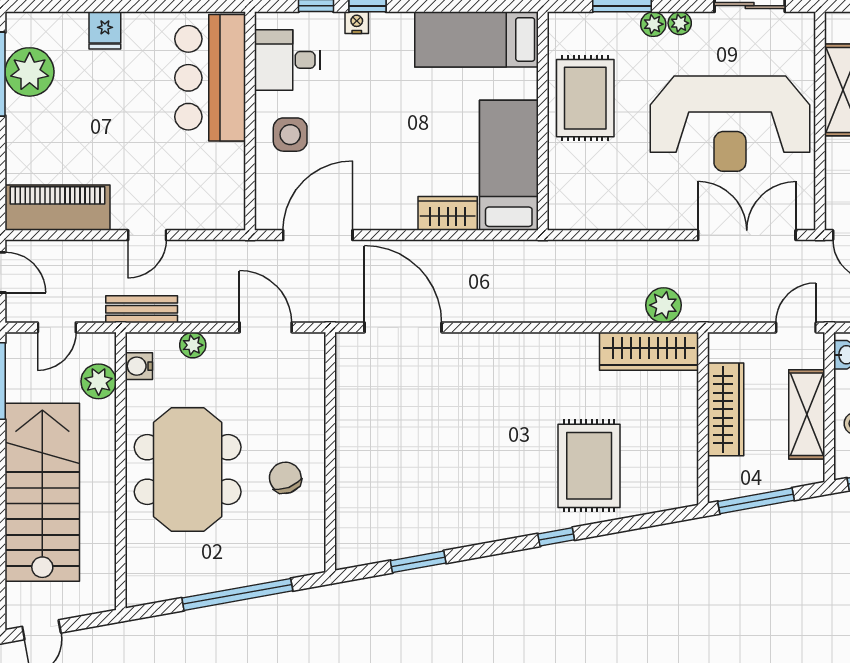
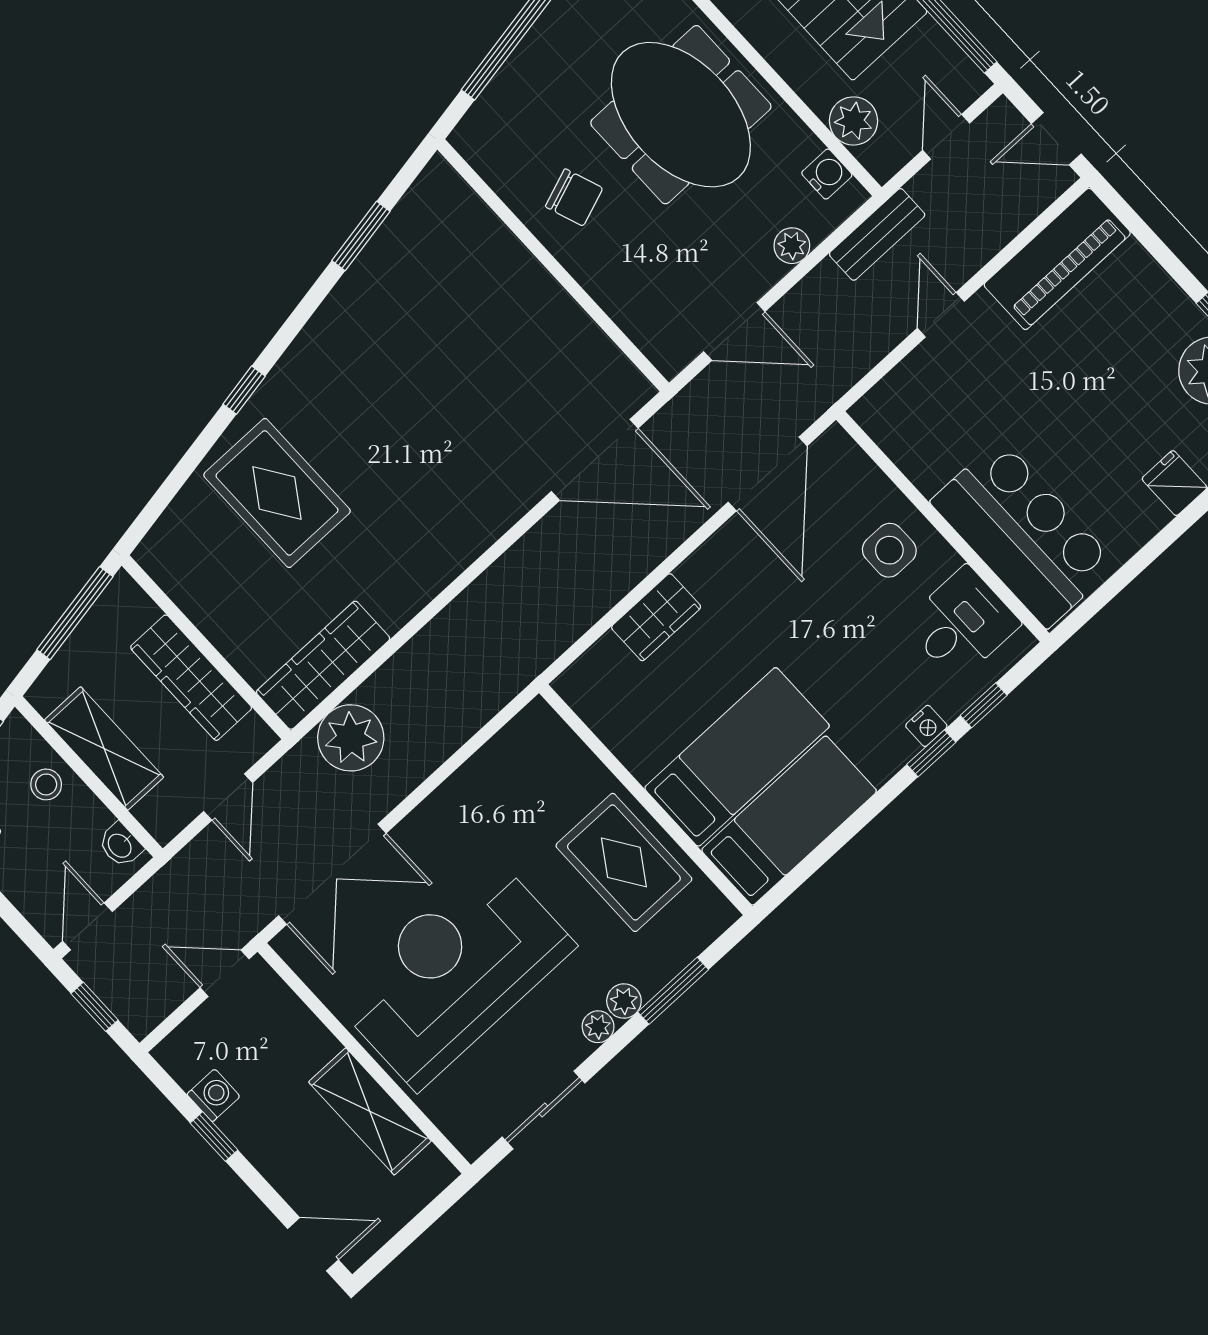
bed: (509, 165) -> (737, 757), moved, turned -90
plant: (664, 305) -> (351, 738), width x1.36, depth x1.36
door: (796, 327) -> (228, 797), moved

